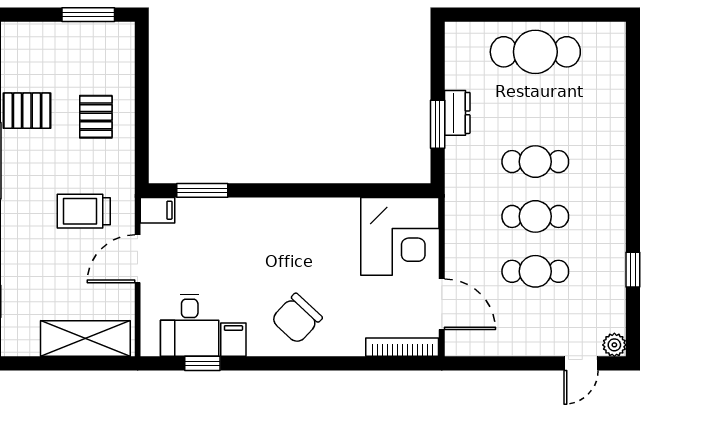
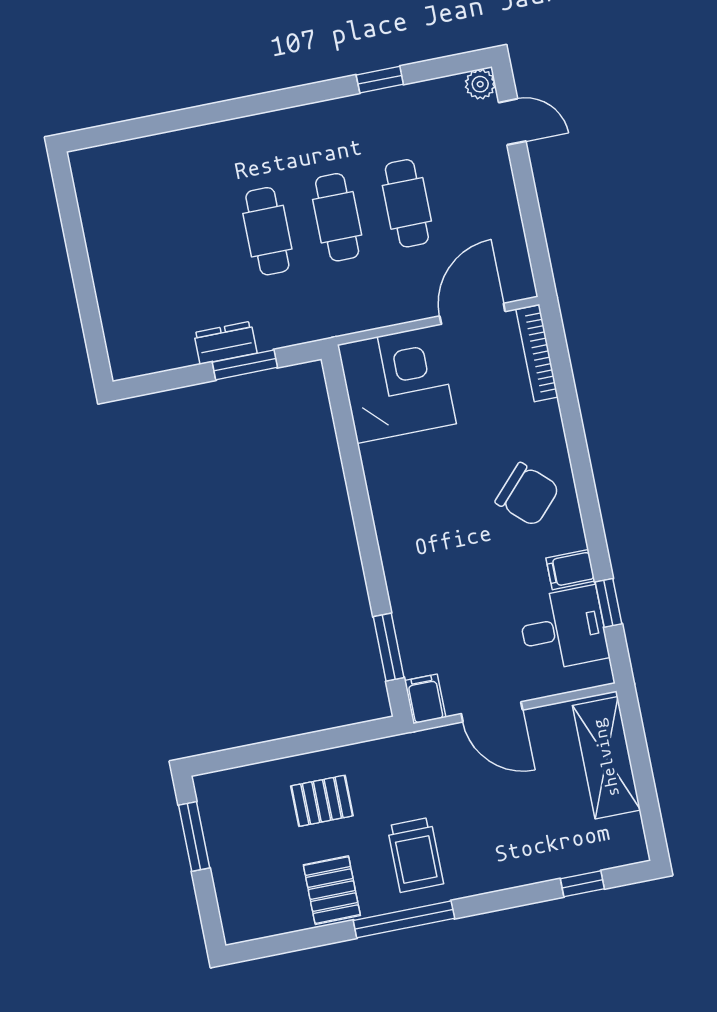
cafe table: (535, 52) -> (128, 259), removed
trolley: (84, 211) -> (415, 855), moved

